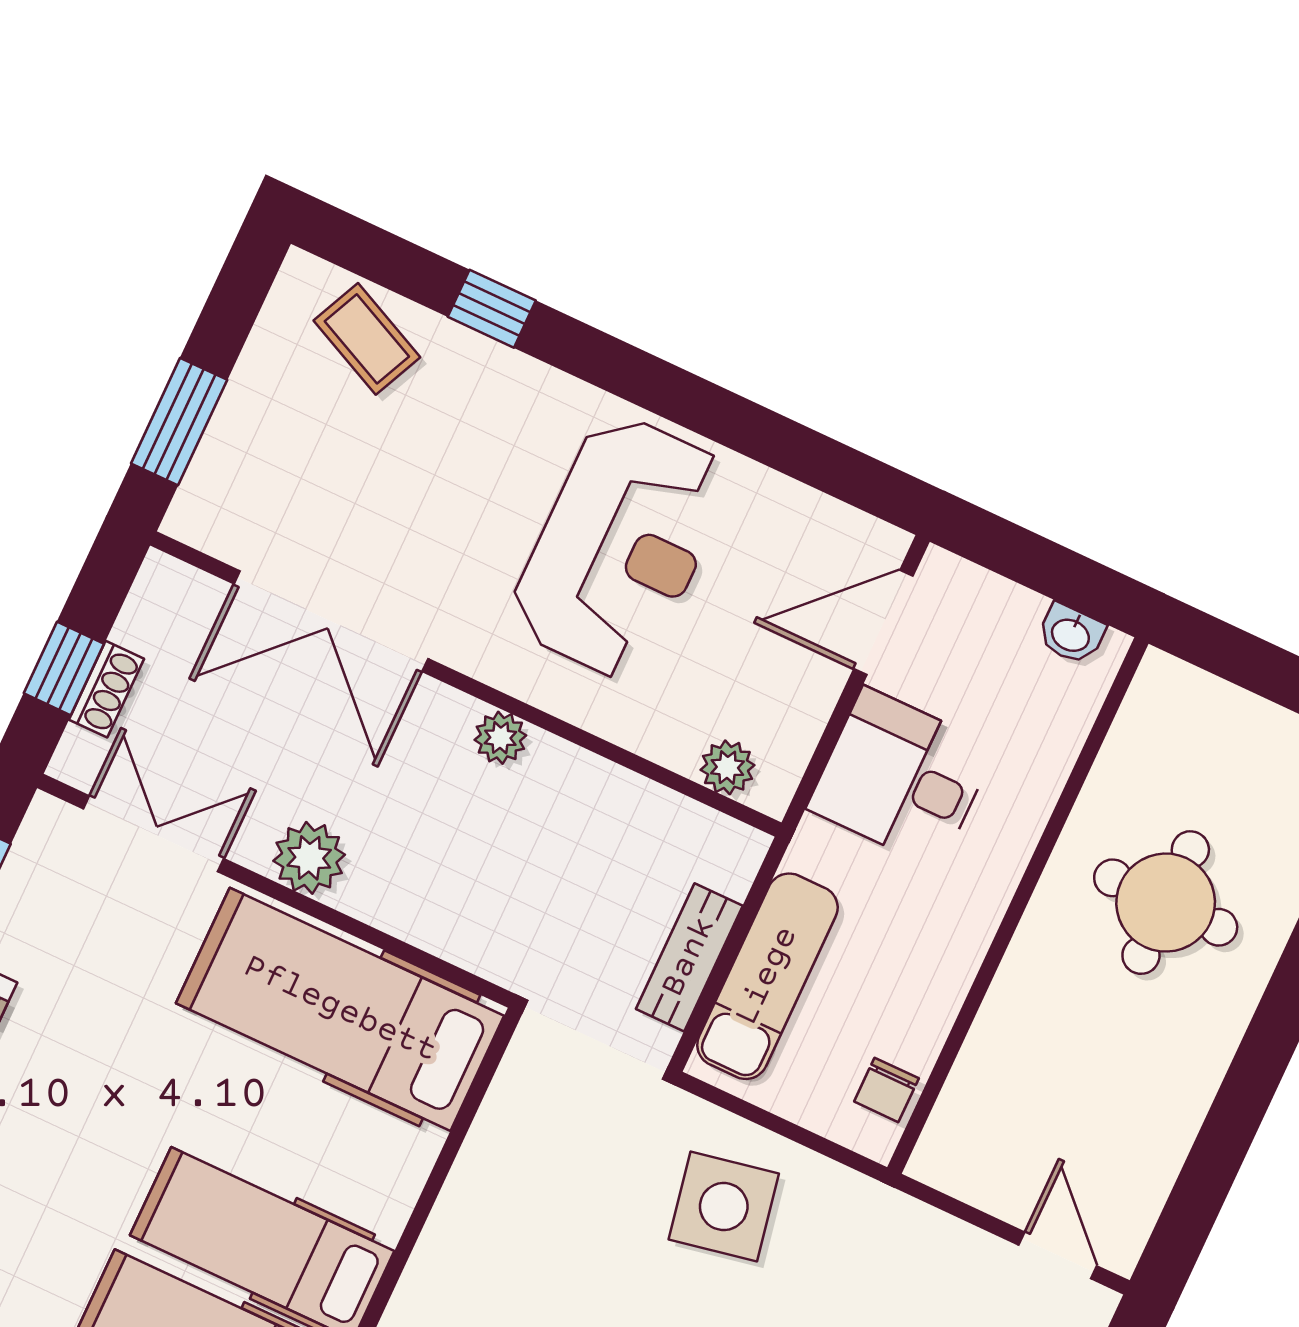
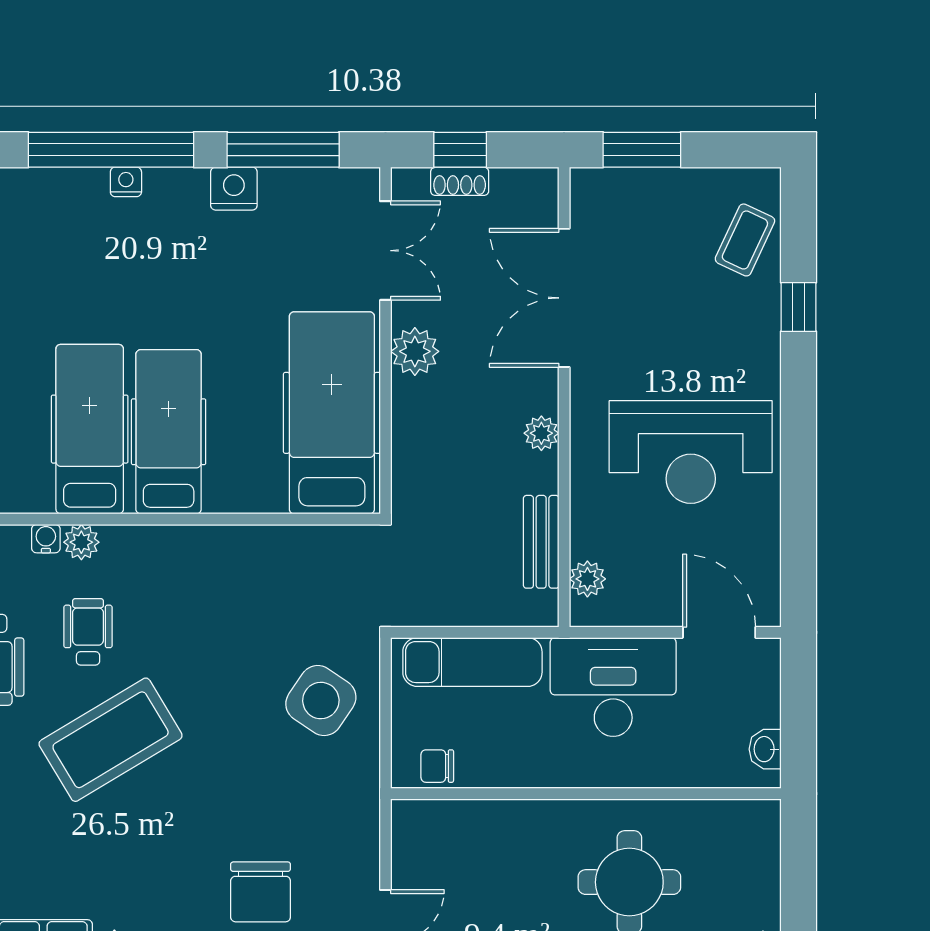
desk: (901, 778) -> (613, 687), width x1.37
bench: (689, 957) -> (541, 542), moved, turned 90
side table: (724, 1207) -> (321, 701), turned 45

